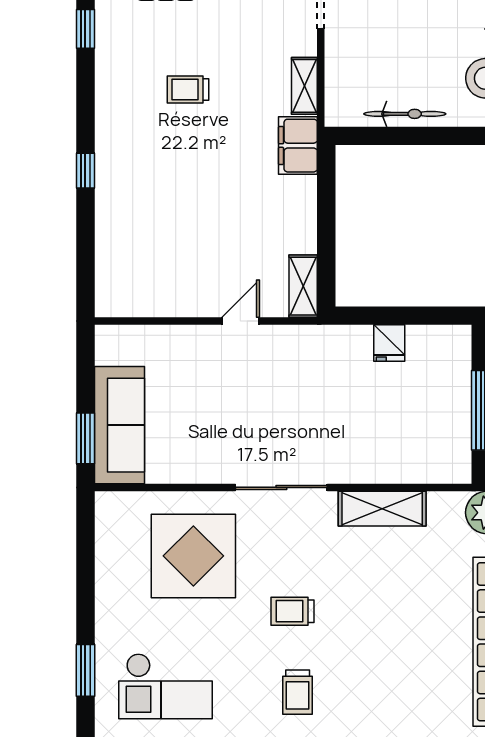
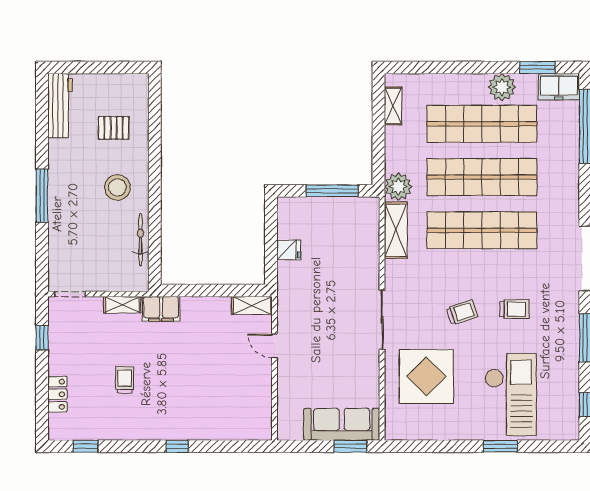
trolley: (188, 90) -> (125, 380), turned 180
shelving: (382, 509) -> (396, 230), moved
trolley: (292, 611) -> (462, 312), turned -108
shop shelf: (419, 642) -> (482, 230), added
checkout: (165, 686) -> (511, 395), width x1.36, depth x1.21

